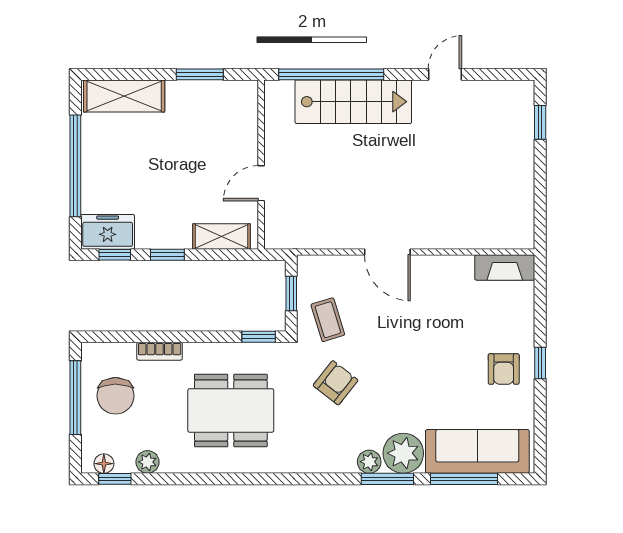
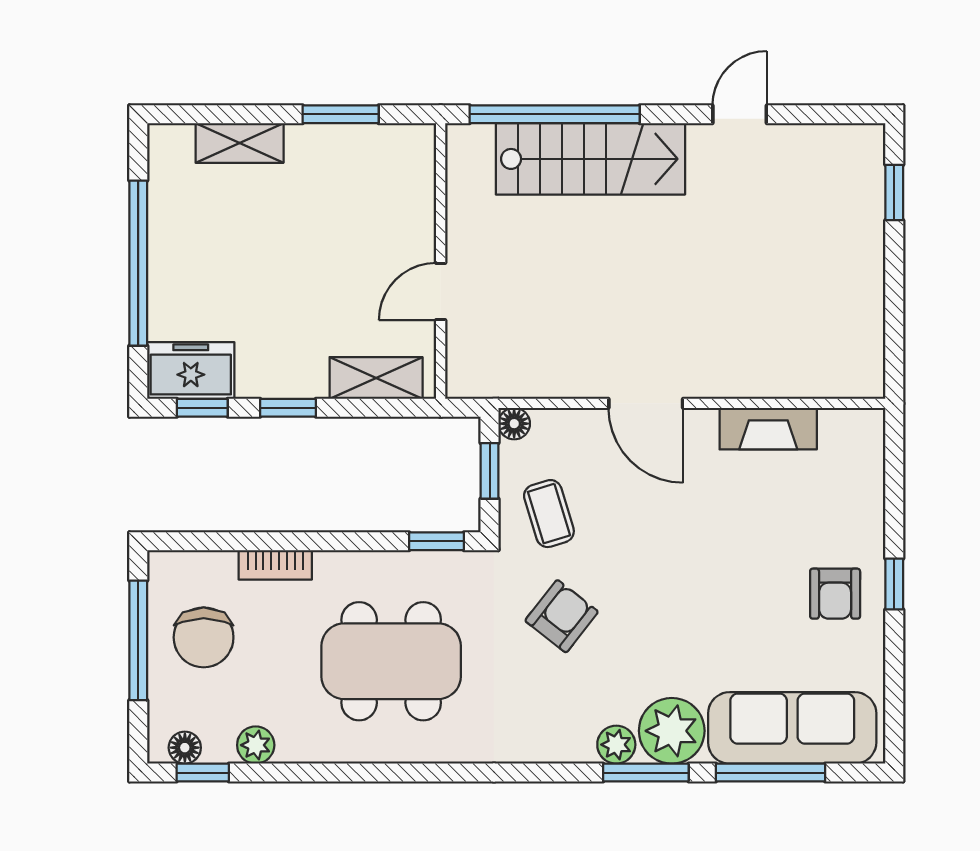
shelving: (124, 96) -> (240, 143), width x0.67, depth x0.75
floor lamp: (306, 264) -> (514, 424), added
fireplace: (505, 267) -> (768, 429), moved

